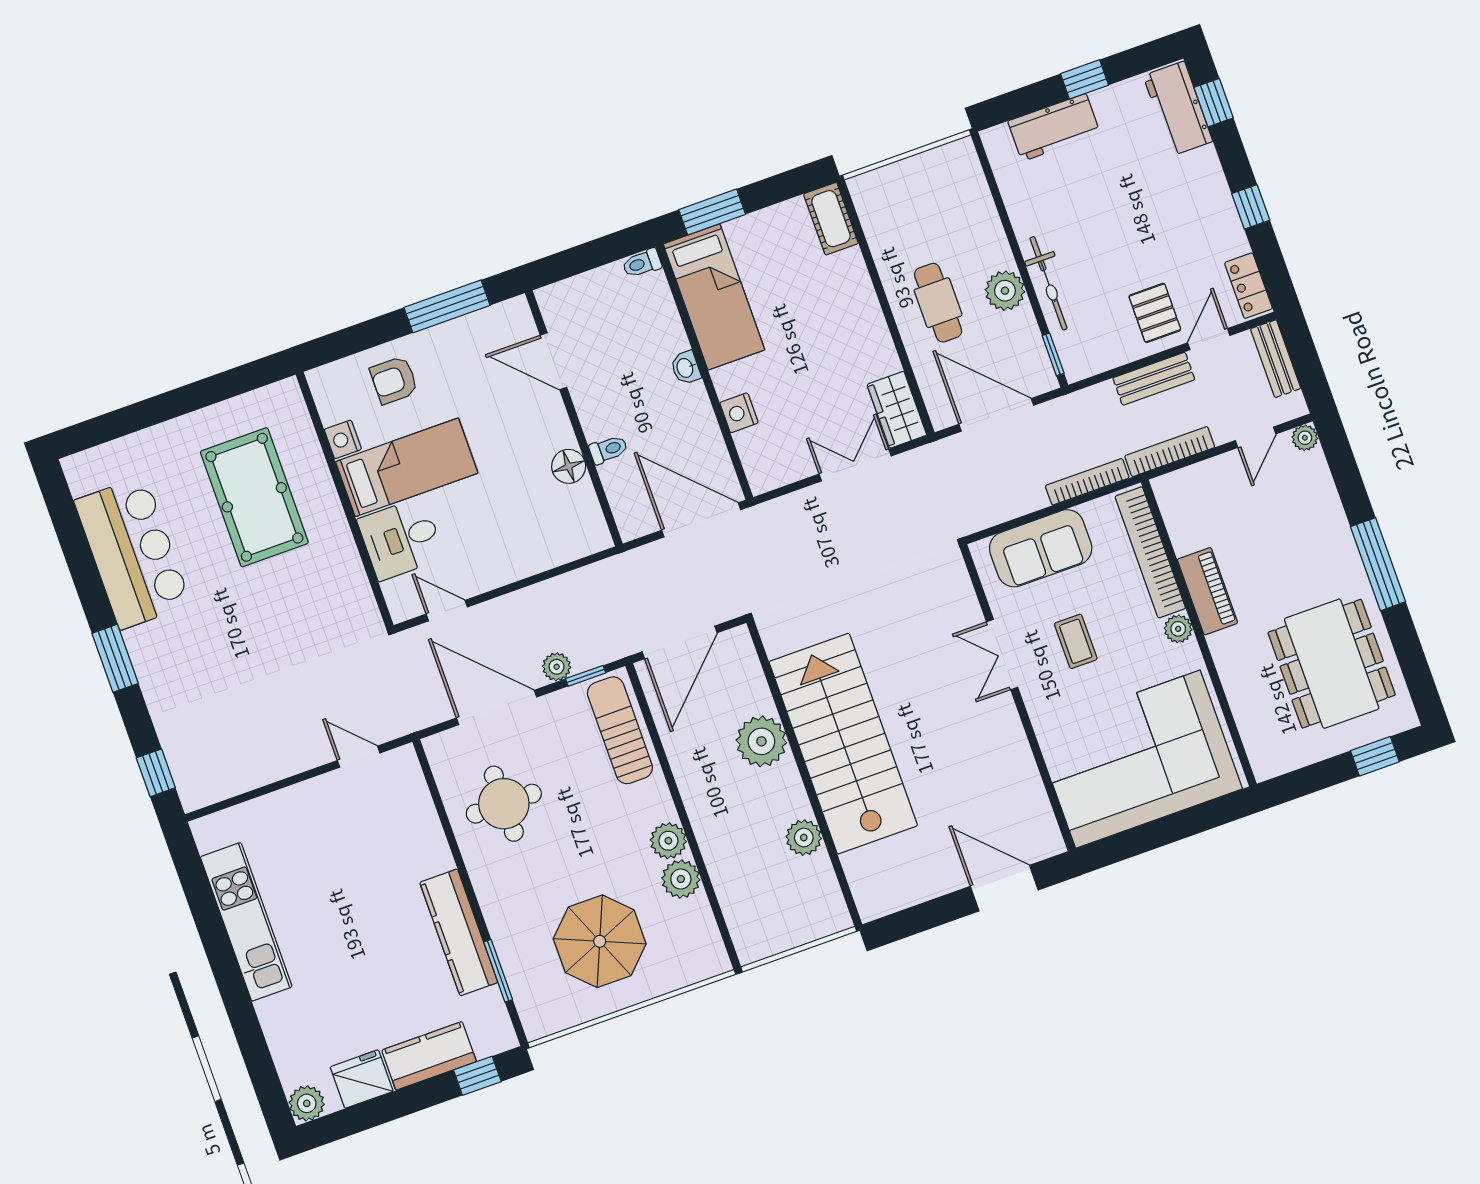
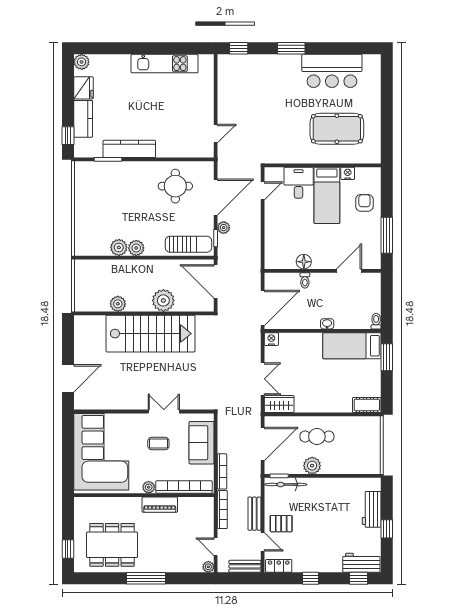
bicycle: (1049, 283) -> (286, 484), moved
nightstand: (739, 413) -> (271, 339), moved
parasol: (600, 941) -> (105, 205), removed

